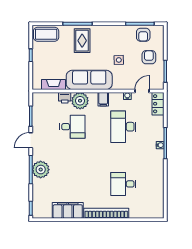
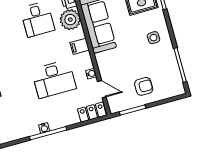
armchair: (143, 35) -> (168, 72), removed
side table: (119, 60) -> (154, 38), moved
desk: (123, 127) -> (54, 79), turned 180

